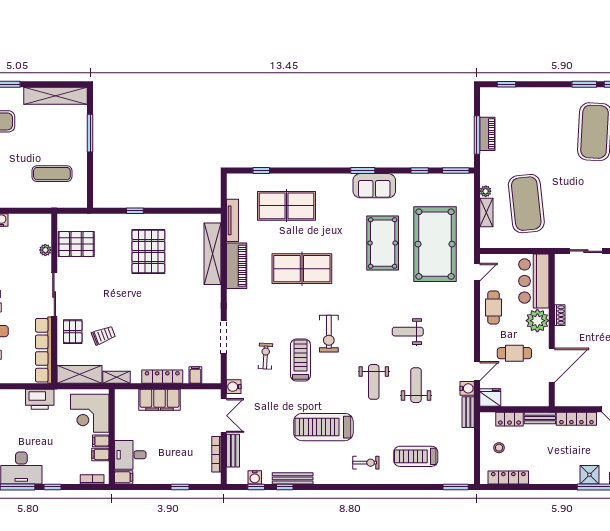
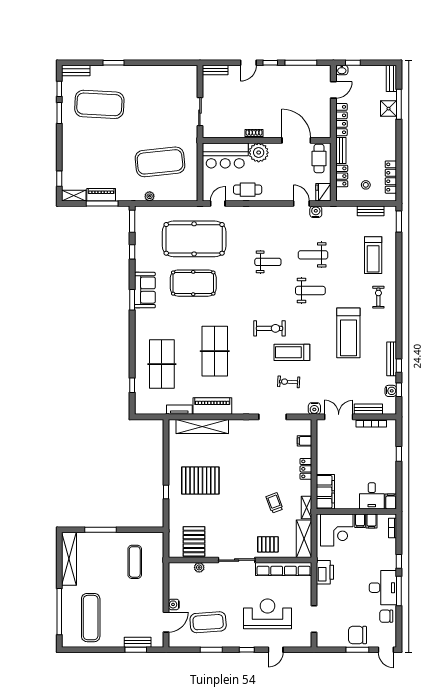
shelving: (486, 212) -> (74, 196), moved
tv unit: (233, 220) -> (179, 410), width x0.71
door: (477, 272) -> (218, 203), hinge flipped
weight bench: (408, 332) -> (268, 262), turned -90
trolley: (103, 335) -> (274, 503), moved
cafe table: (514, 353) -> (319, 158), moved
locker: (162, 377) -> (306, 469), width x0.66
filing cabinet: (160, 400) -> (325, 492), moved
bench: (468, 412) -> (371, 211), moved

